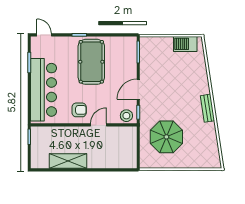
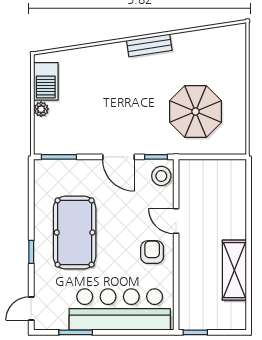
plant: (168, 41) -> (41, 109), added
pool table: (91, 62) -> (75, 233), turned 90

